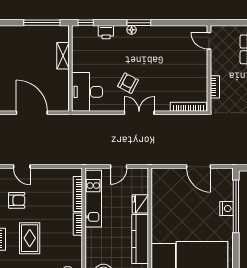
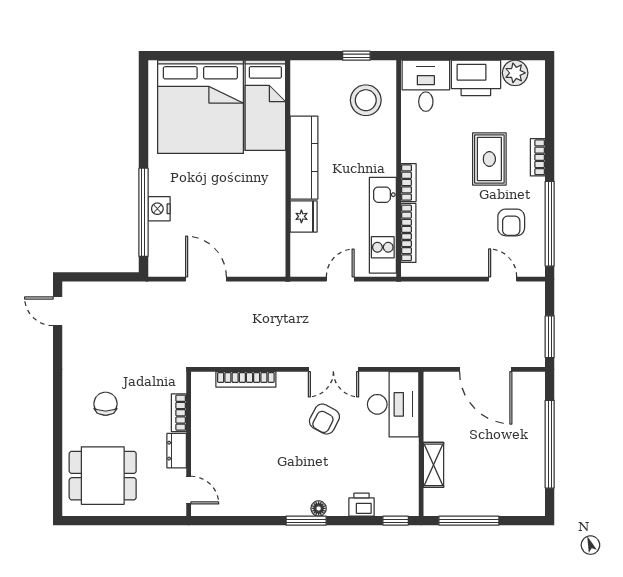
dresser: (216, 64) -> (177, 451), added
bookcase: (188, 107) -> (246, 379), moved
double door: (139, 113) -> (333, 369), moved
armchair: (17, 200) -> (511, 222), turned -90

